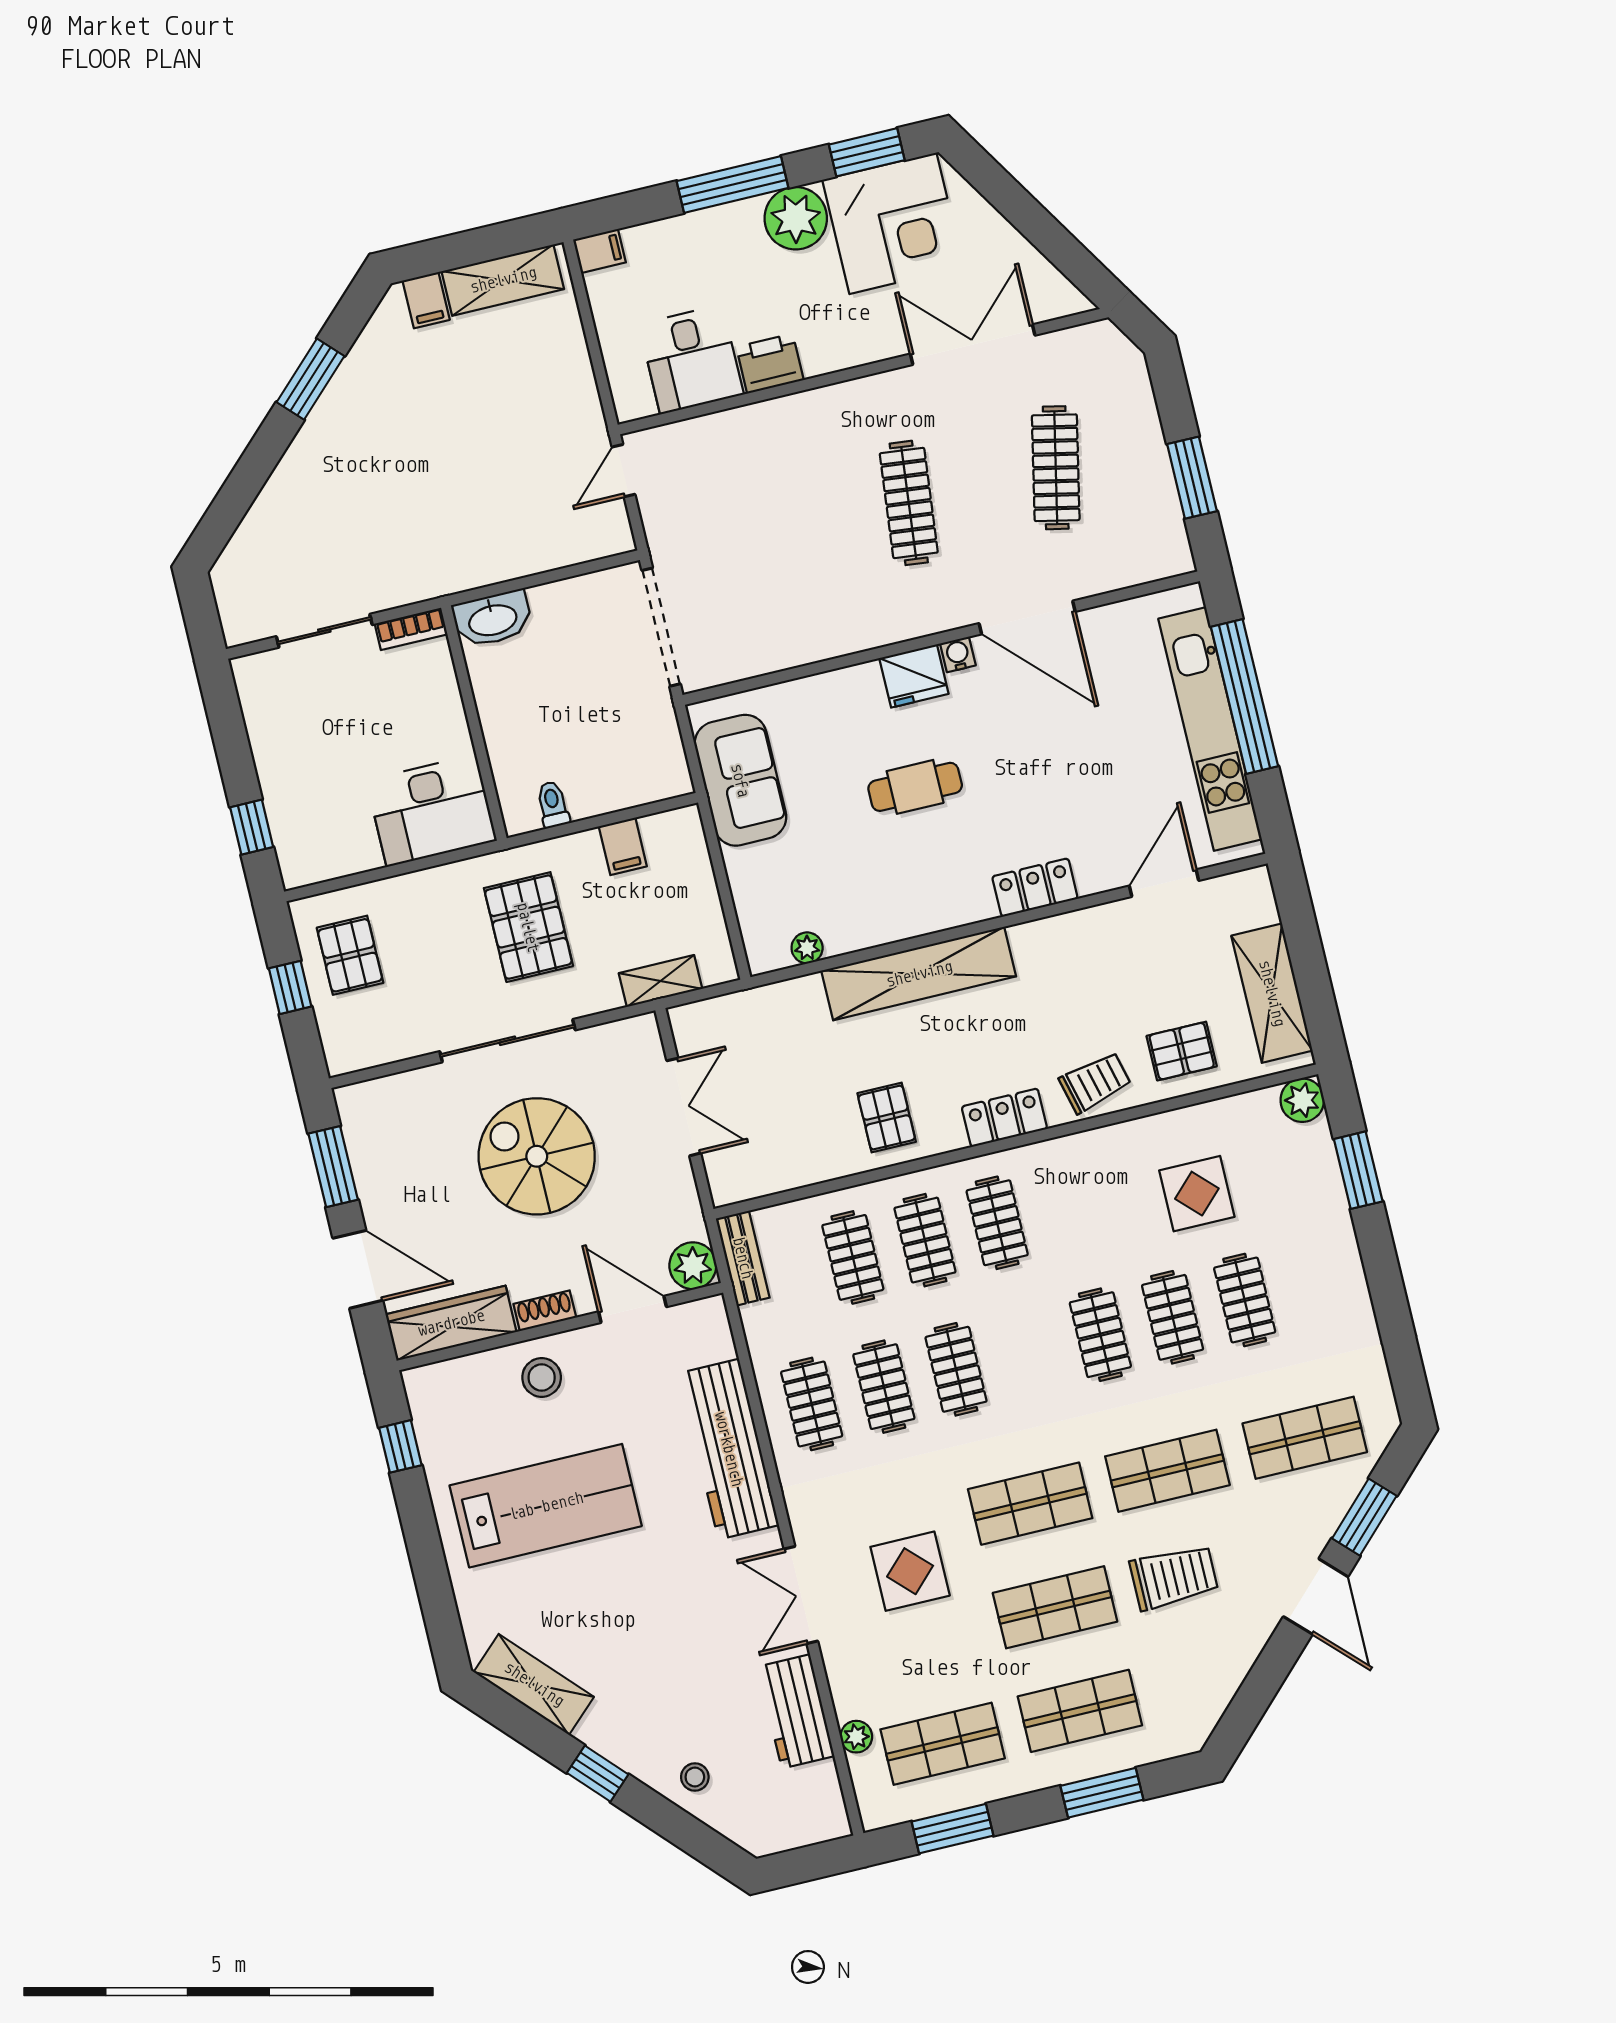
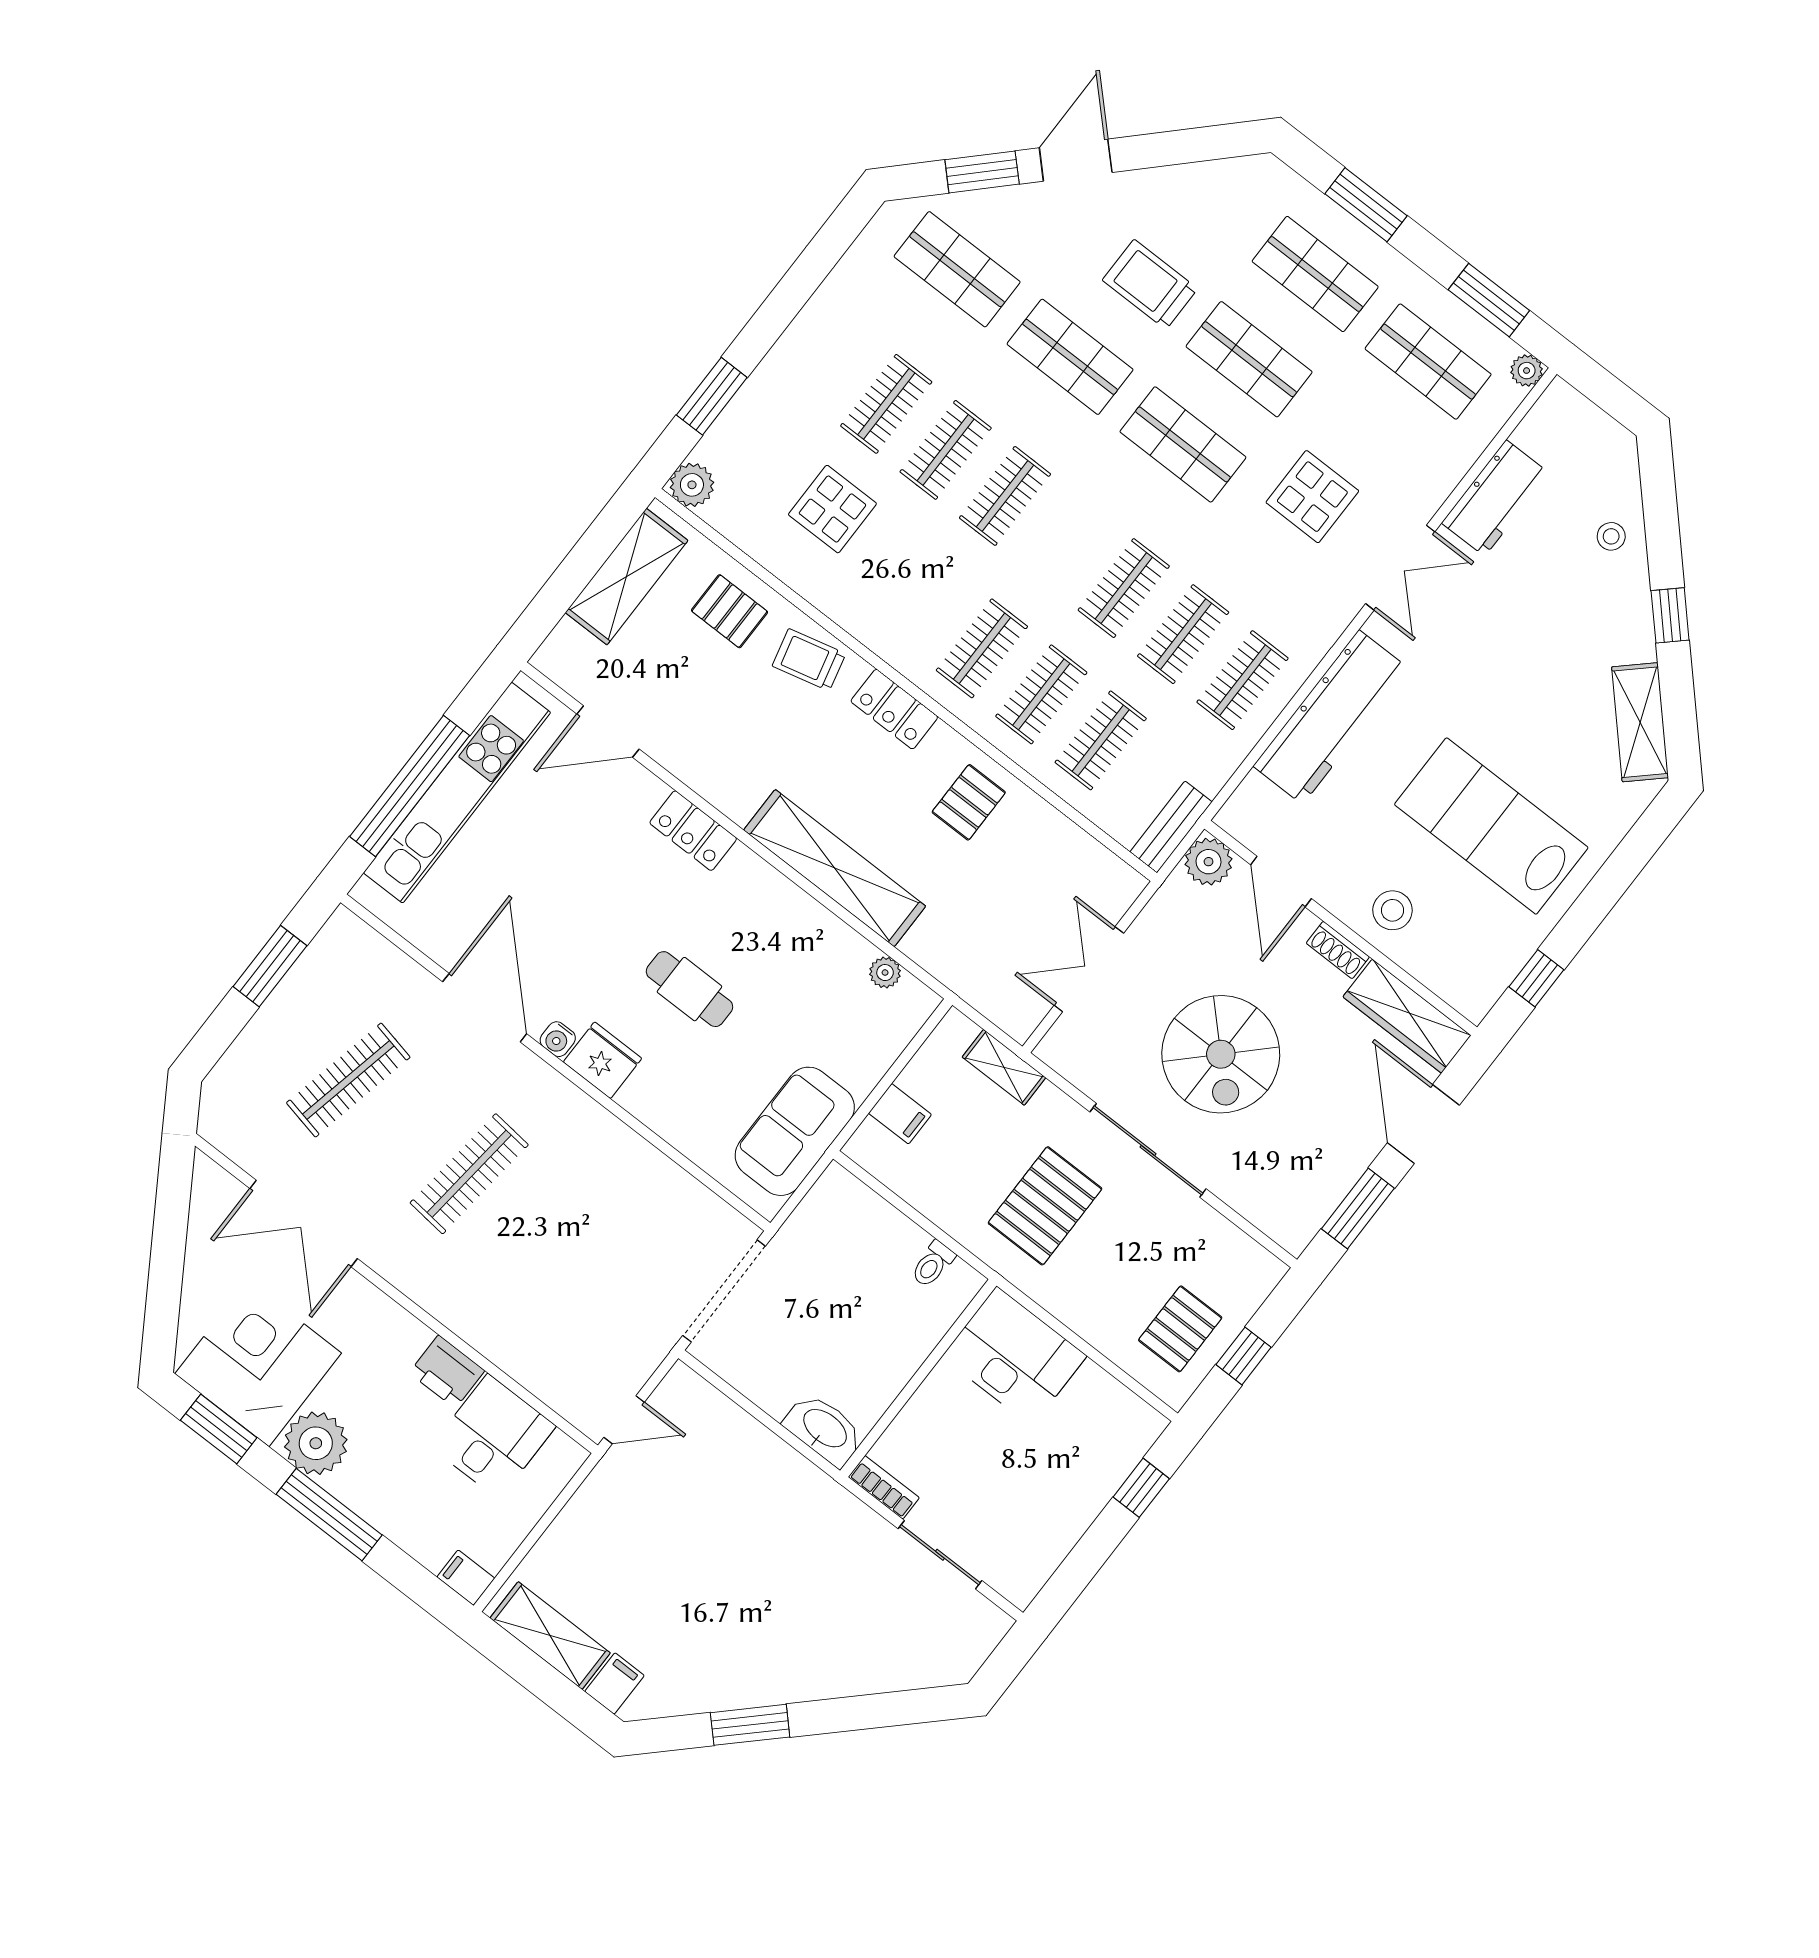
filing cabinet: (623, 846) -> (900, 1114), moved, turned 90
plant: (856, 1737) -> (1527, 371), moved

